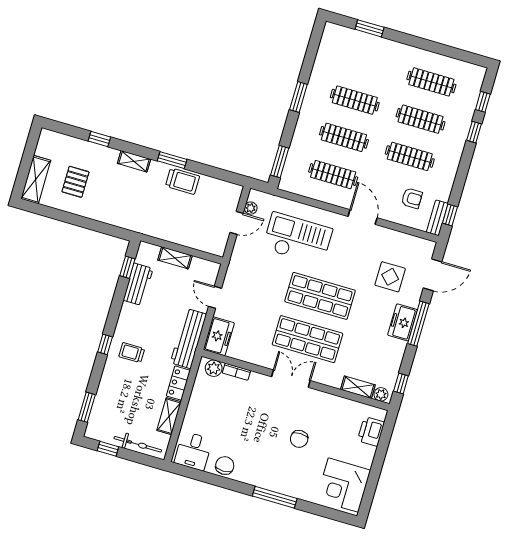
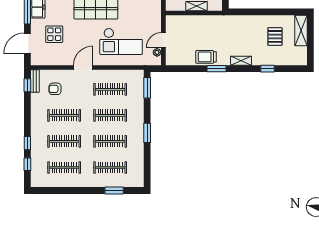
clothes rail: (366, 63) -> (110, 167), added
door: (363, 217) -> (83, 67), swing flipped

